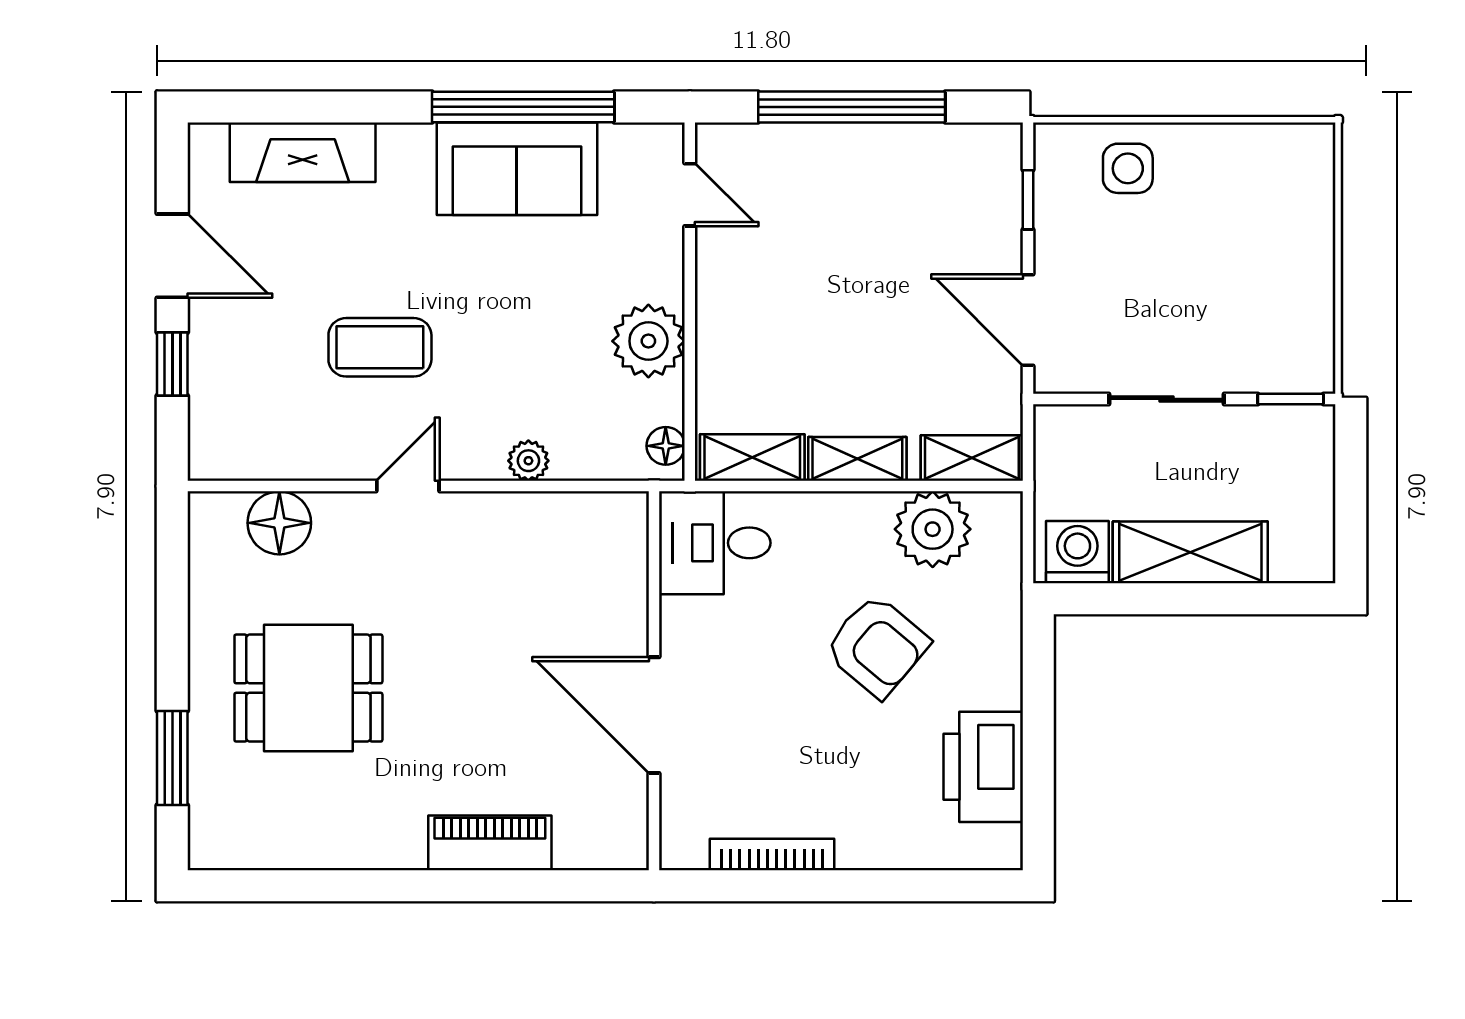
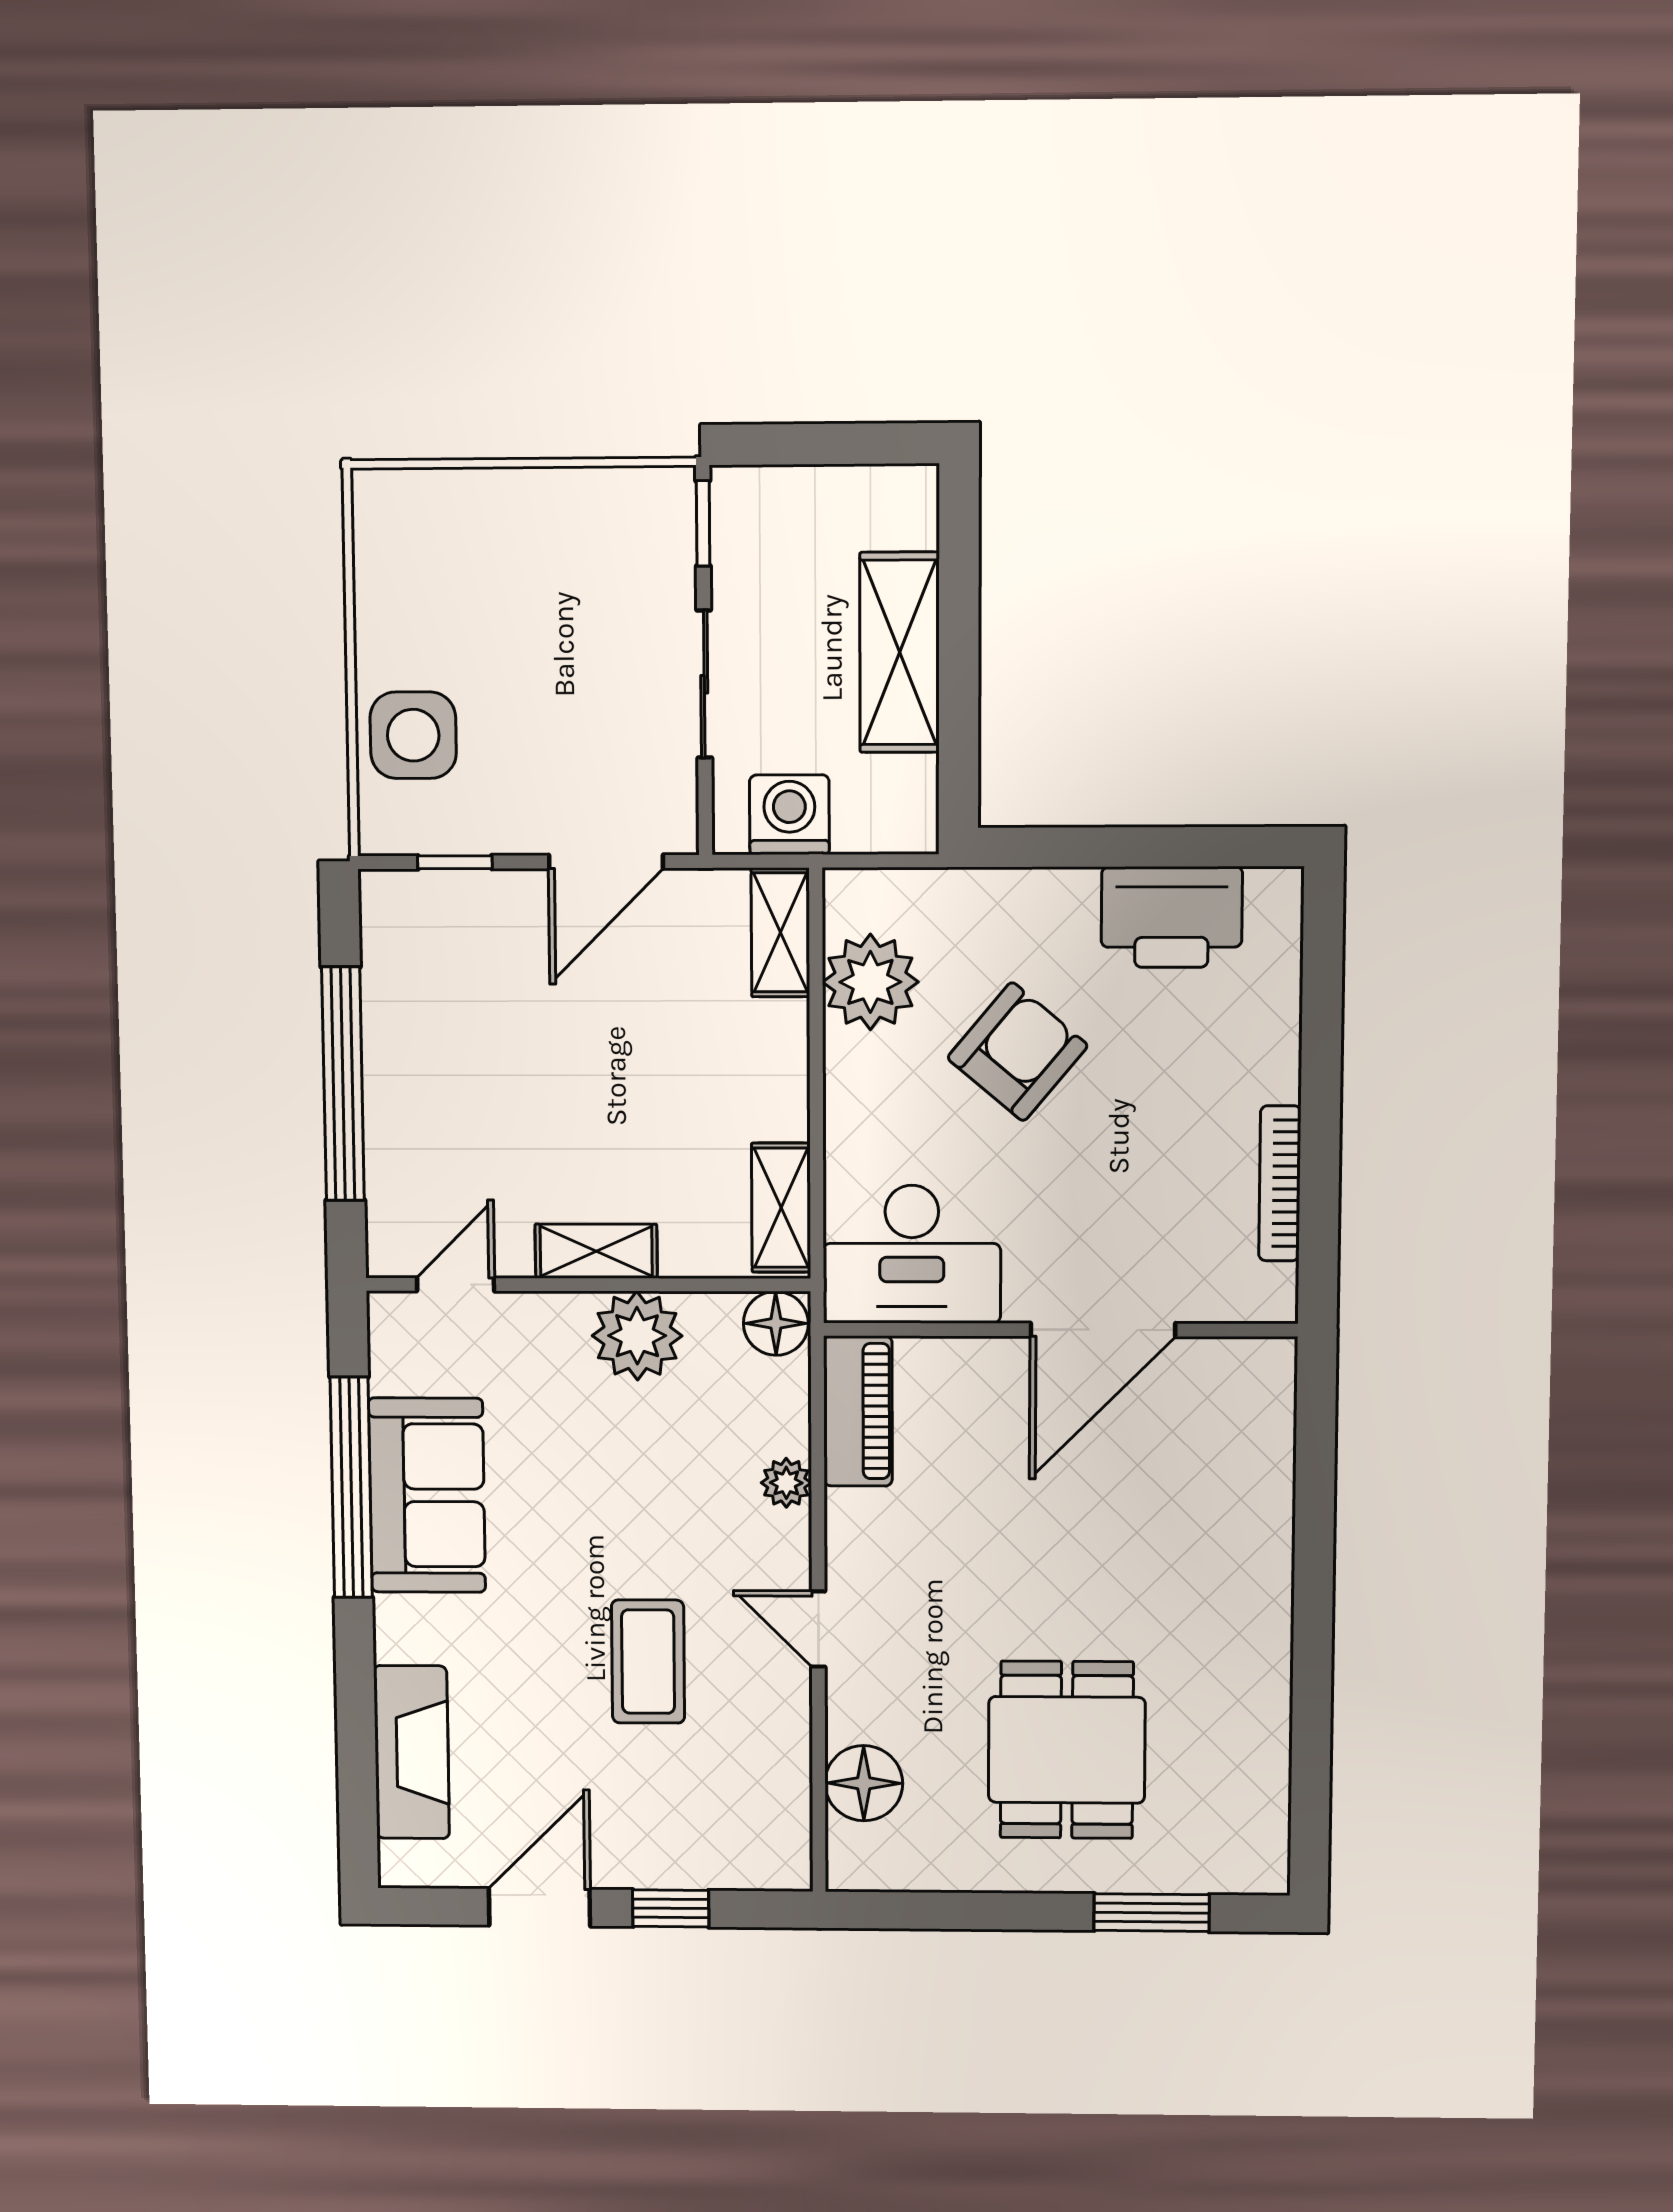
side table: (1128, 168) -> (413, 735), width x1.37, depth x1.37
floor lamp: (666, 446) -> (776, 1323), width x1.37, depth x1.37
shelving: (857, 459) -> (596, 1251), moved, turned 90
desk: (715, 543) -> (912, 1254), width x1.37
washing machine: (1077, 552) -> (789, 815), moved, turned 90
piano: (490, 843) -> (858, 1411), moved, turned 180

